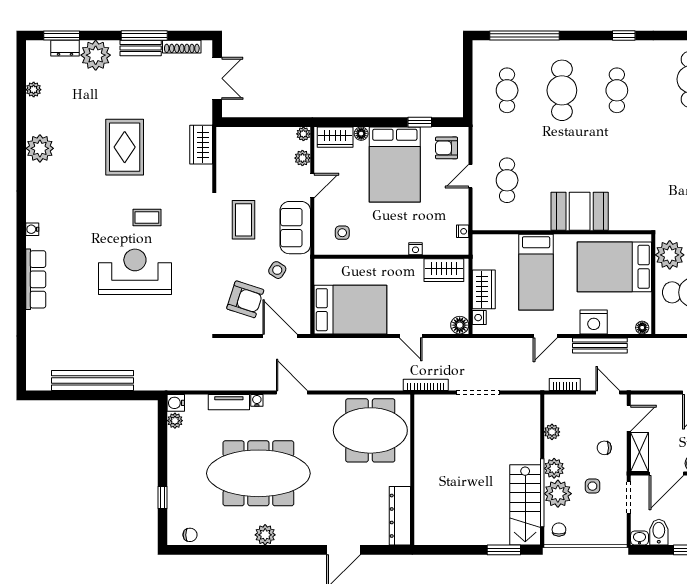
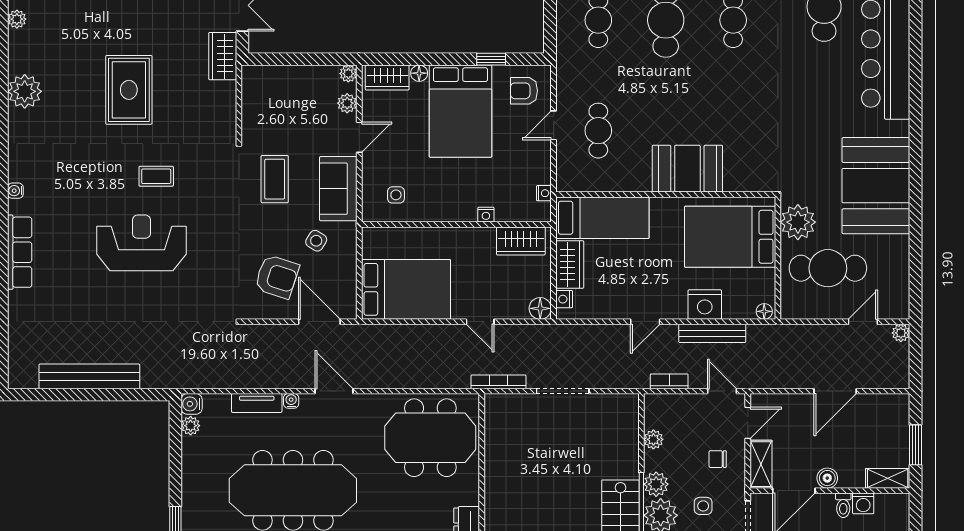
wardrobe: (201, 145) -> (223, 56), moved
bed: (536, 272) -> (602, 218), moved, turned -90

